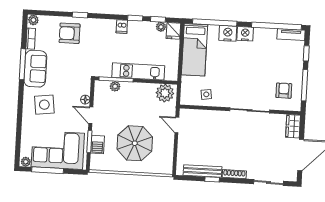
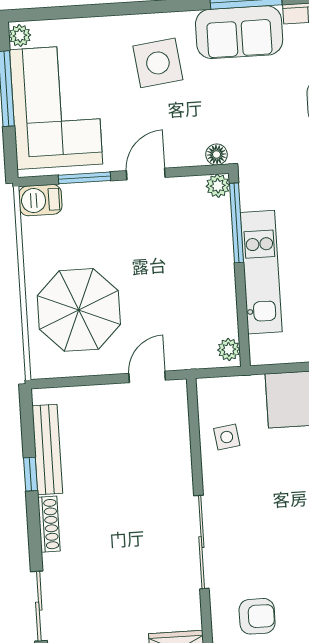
plant: (115, 86) -> (218, 186), moved
plant: (165, 93) -> (229, 349), width x0.53, depth x0.53
floor lamp: (85, 100) -> (217, 154), moved
parasol: (135, 143) -> (79, 310), moved
barbecue: (97, 145) -> (40, 200), moved

